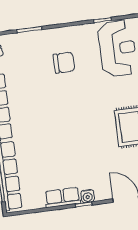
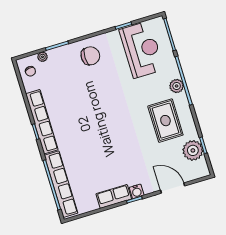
plant: (12, 39) -> (42, 57), added
chair: (64, 63) -> (90, 56), moved

